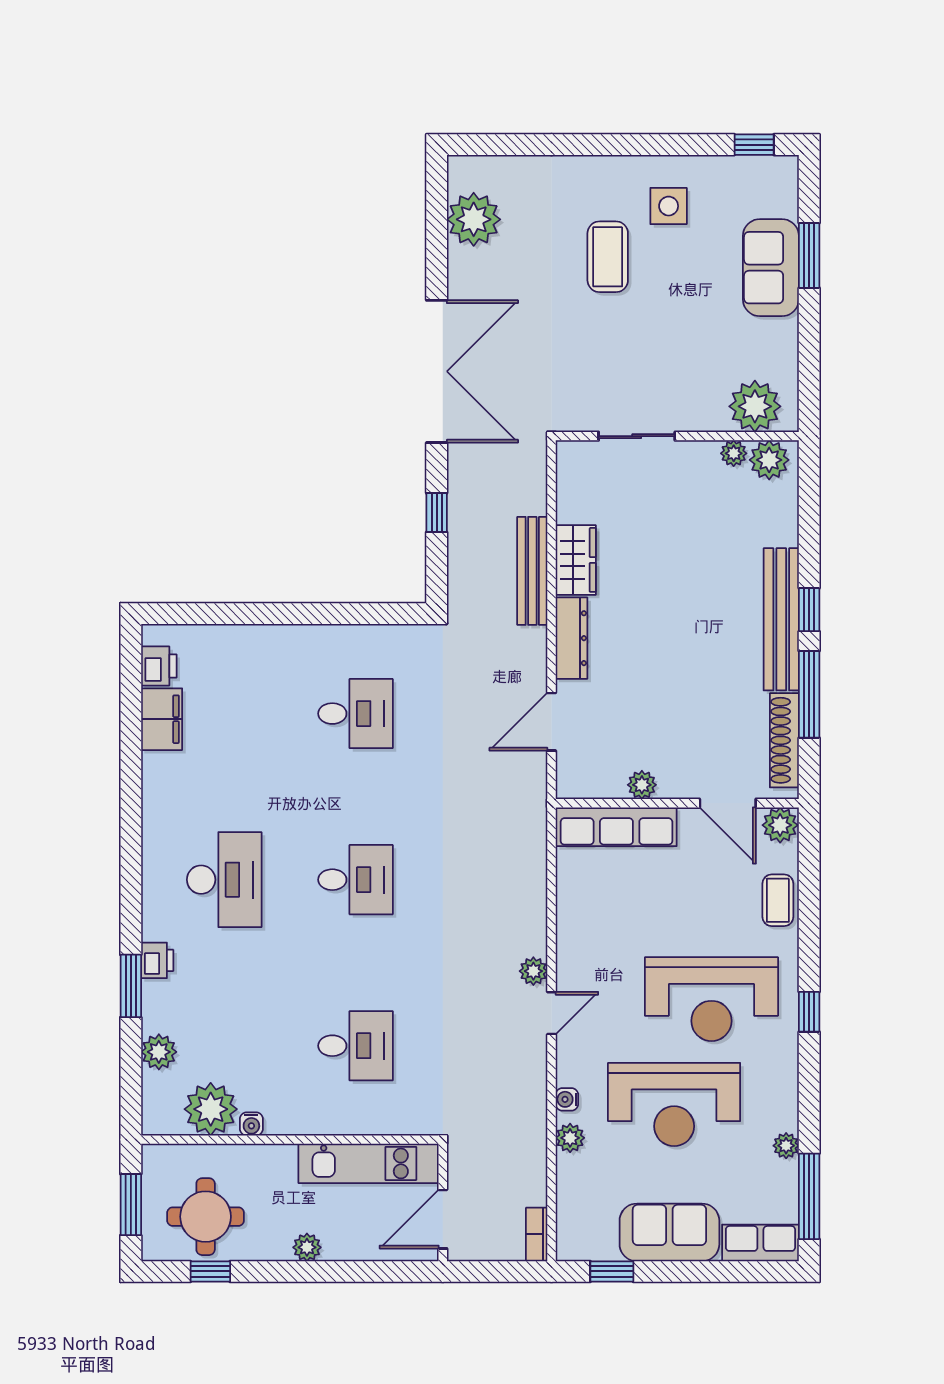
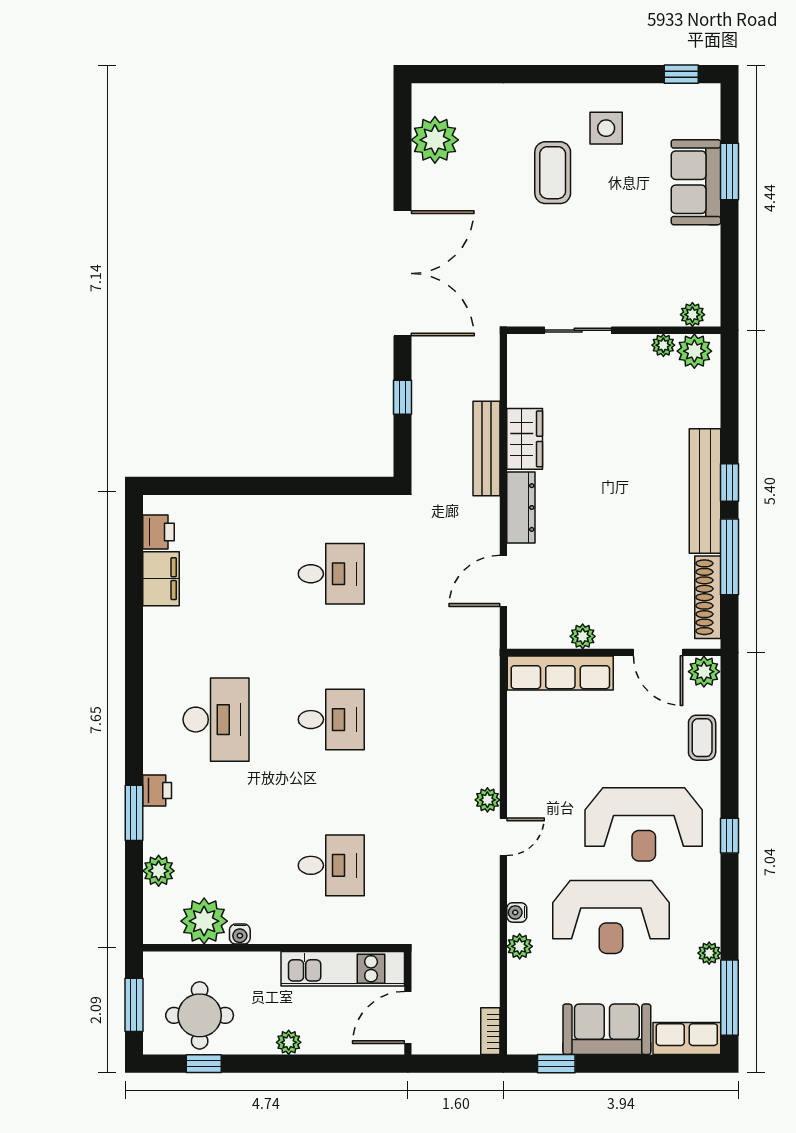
plant: (755, 406) -> (692, 315), width x0.53, depth x0.53

